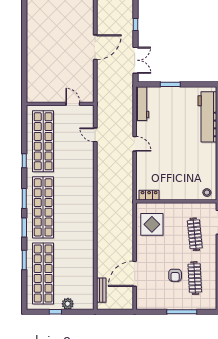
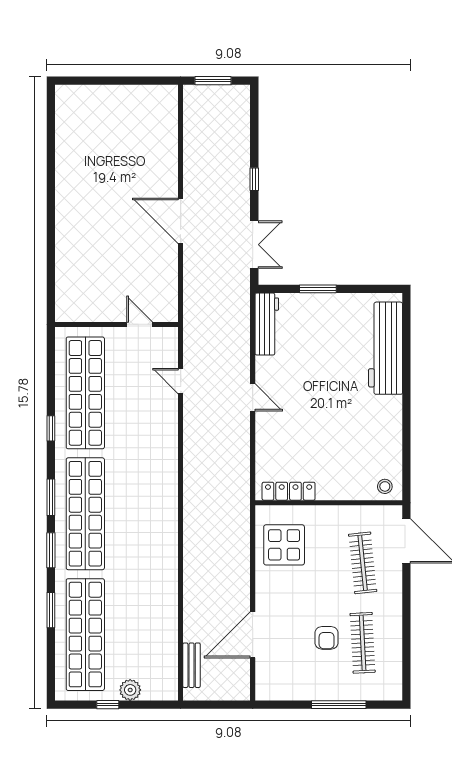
door: (95, 47) -> (181, 221), swing flipped
locker: (149, 195) -> (289, 491), width x1.53

